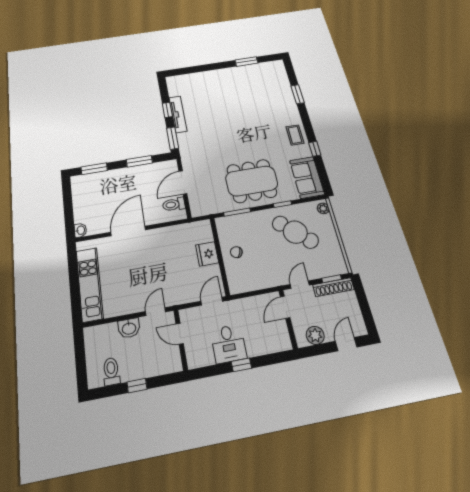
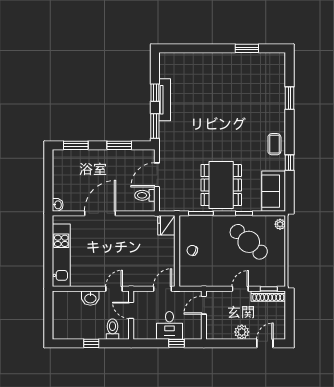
dining table: (252, 181) -> (221, 185), turned 90
fridge: (207, 254) -> (166, 225), moved
door: (285, 307) -> (204, 305), moved
wall: (288, 319) -> (204, 315), moved
toilet: (111, 371) -> (112, 329), moved

